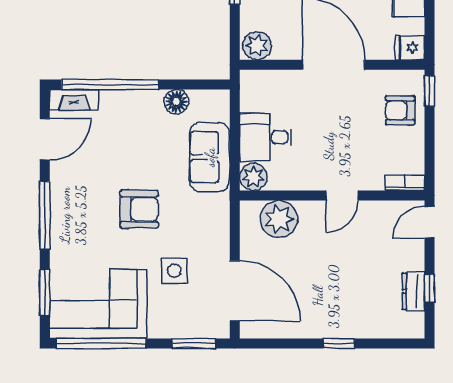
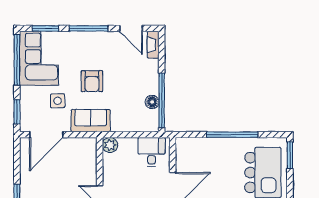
plant: (257, 46) -> (183, 147), removed
window: (110, 84) -> (162, 100), moved
desk: (266, 137) -> (152, 152), moved
sofa: (210, 157) -> (91, 121), moved
plant: (279, 219) -> (86, 159), removed

